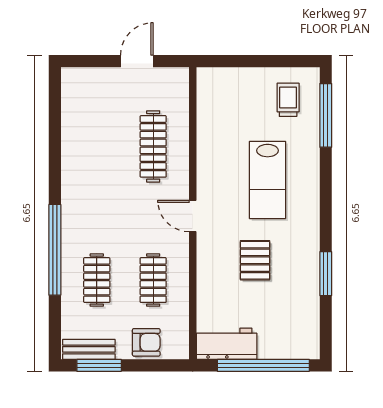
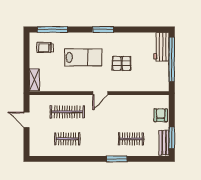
shelving: (221, 77) -> (34, 80), added
window: (55, 250) -> (117, 159), width x0.47
window: (326, 274) -> (103, 30), moved
clothes rail: (153, 280) -> (67, 139), moved
workbench: (227, 344) -> (161, 47), moved

